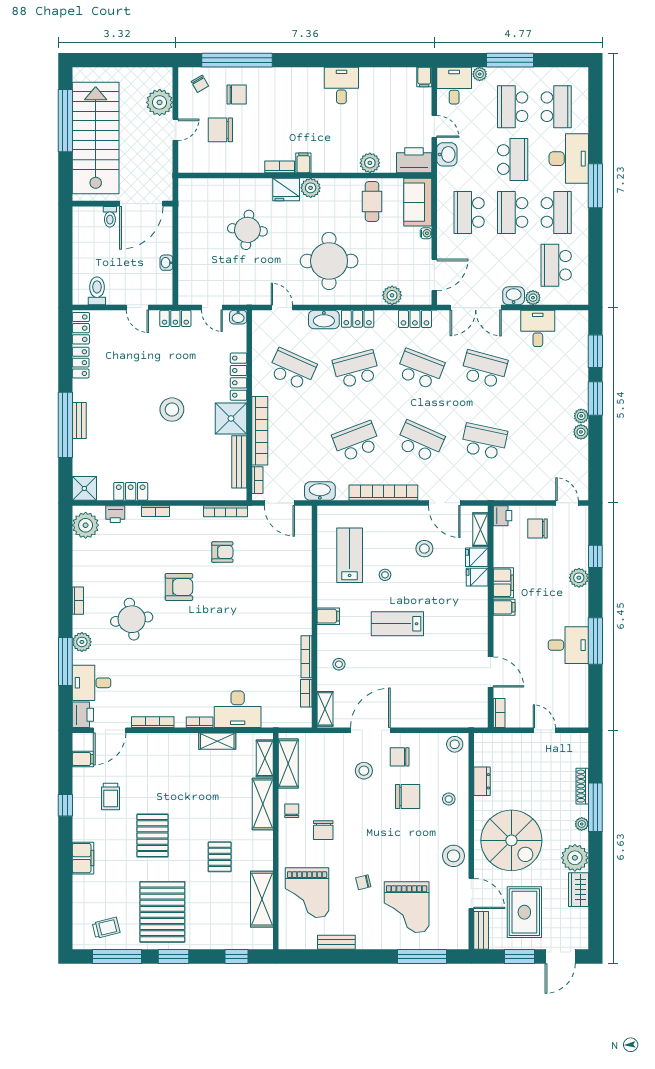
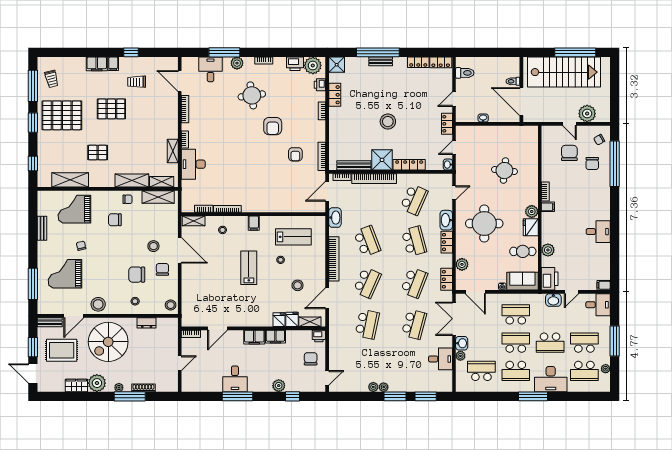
plant: (480, 74) -> (606, 369), moved
fridge: (286, 189) -> (531, 227), moved
filing cabinet: (504, 607) -> (254, 337), width x2.00
printer: (83, 715) -> (295, 64), moved
filing cabinet: (83, 759) -> (113, 64), moved
chair: (408, 797) -> (137, 275), turned 90

